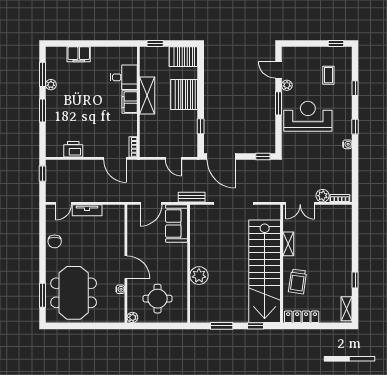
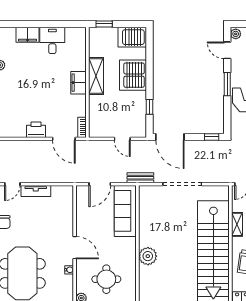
desk: (124, 77) -> (52, 40), moved, turned -90
plant: (287, 85) -> (236, 34), moved
printer: (73, 149) -> (36, 130), moved
sofa: (177, 224) -> (125, 211), width x1.36

